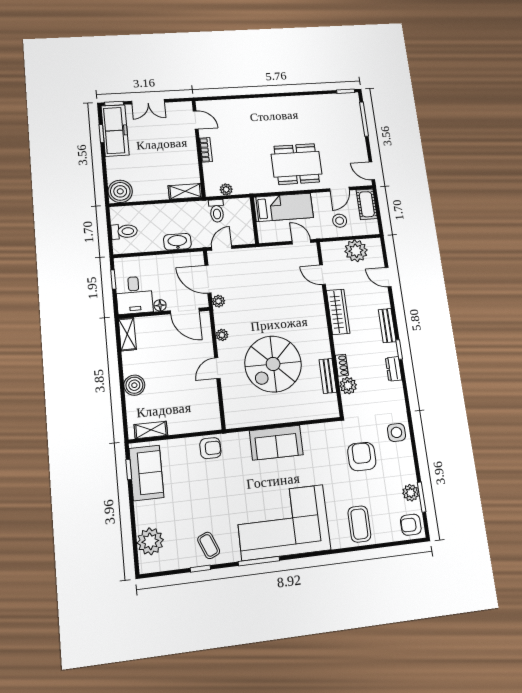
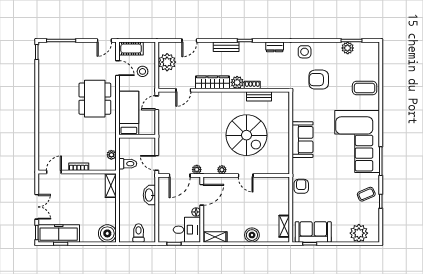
dresser: (394, 369) -> (275, 47), moved
plant: (348, 386) -> (237, 82), moved
armchair: (411, 525) -> (369, 51), removed

